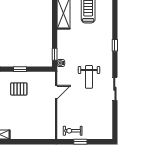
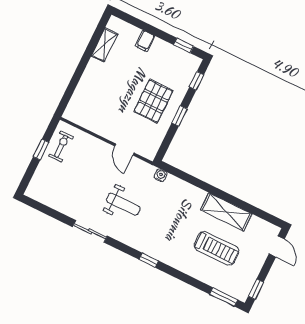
window: (55, 54) -> (177, 173), removed
weight bench: (89, 77) -> (123, 204), turned 180
pallet: (19, 89) -> (153, 101), width x1.50, depth x1.42

